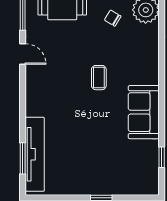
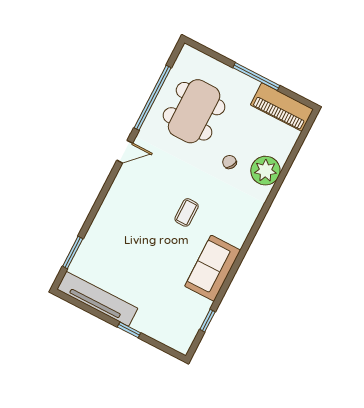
door: (23, 54) -> (125, 152), hinge flipped
tv unit: (35, 154) -> (97, 299), moved, turned -90

